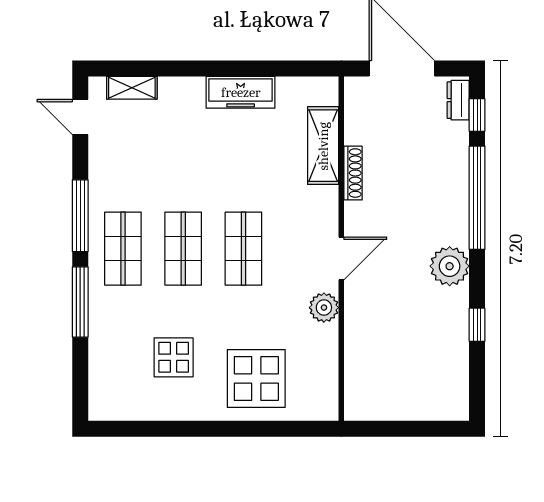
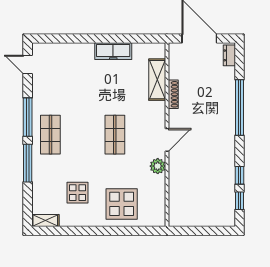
shelving: (132, 88) -> (45, 221), moved
window: (477, 115) -> (239, 201), moved
shop shelf: (183, 249) -> (83, 135), removed
plant: (450, 266) -> (225, 144), removed

